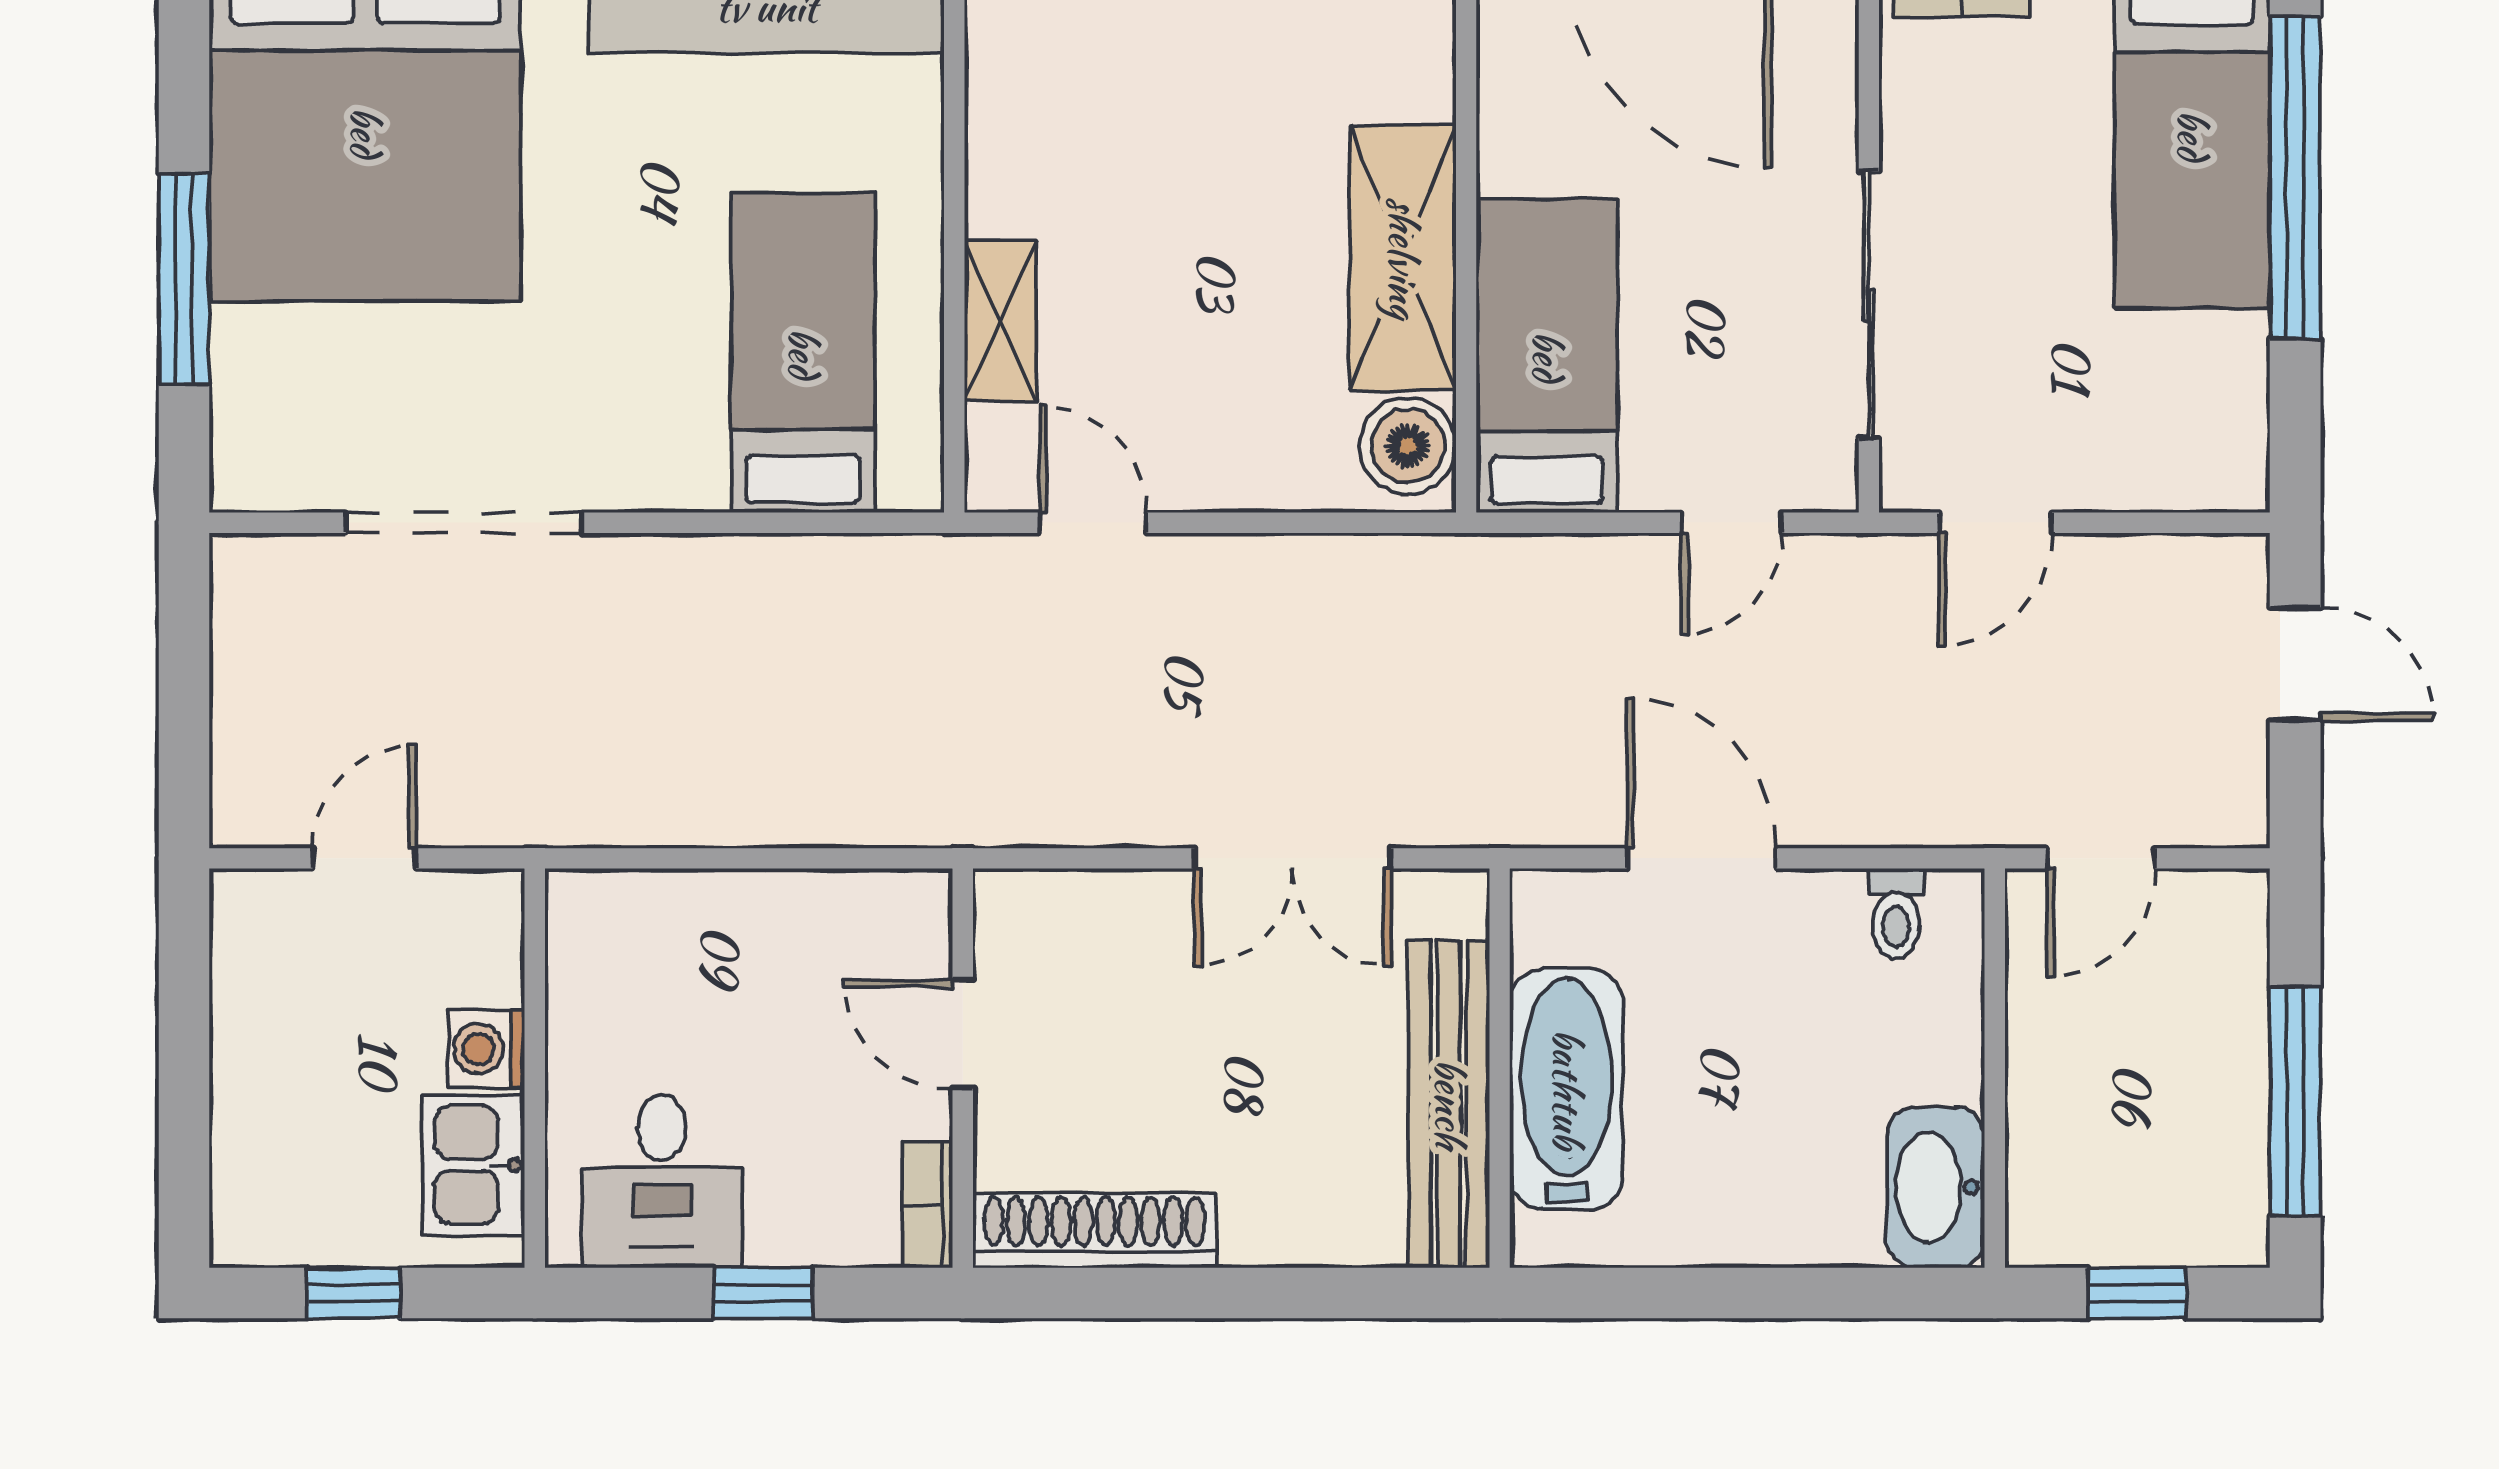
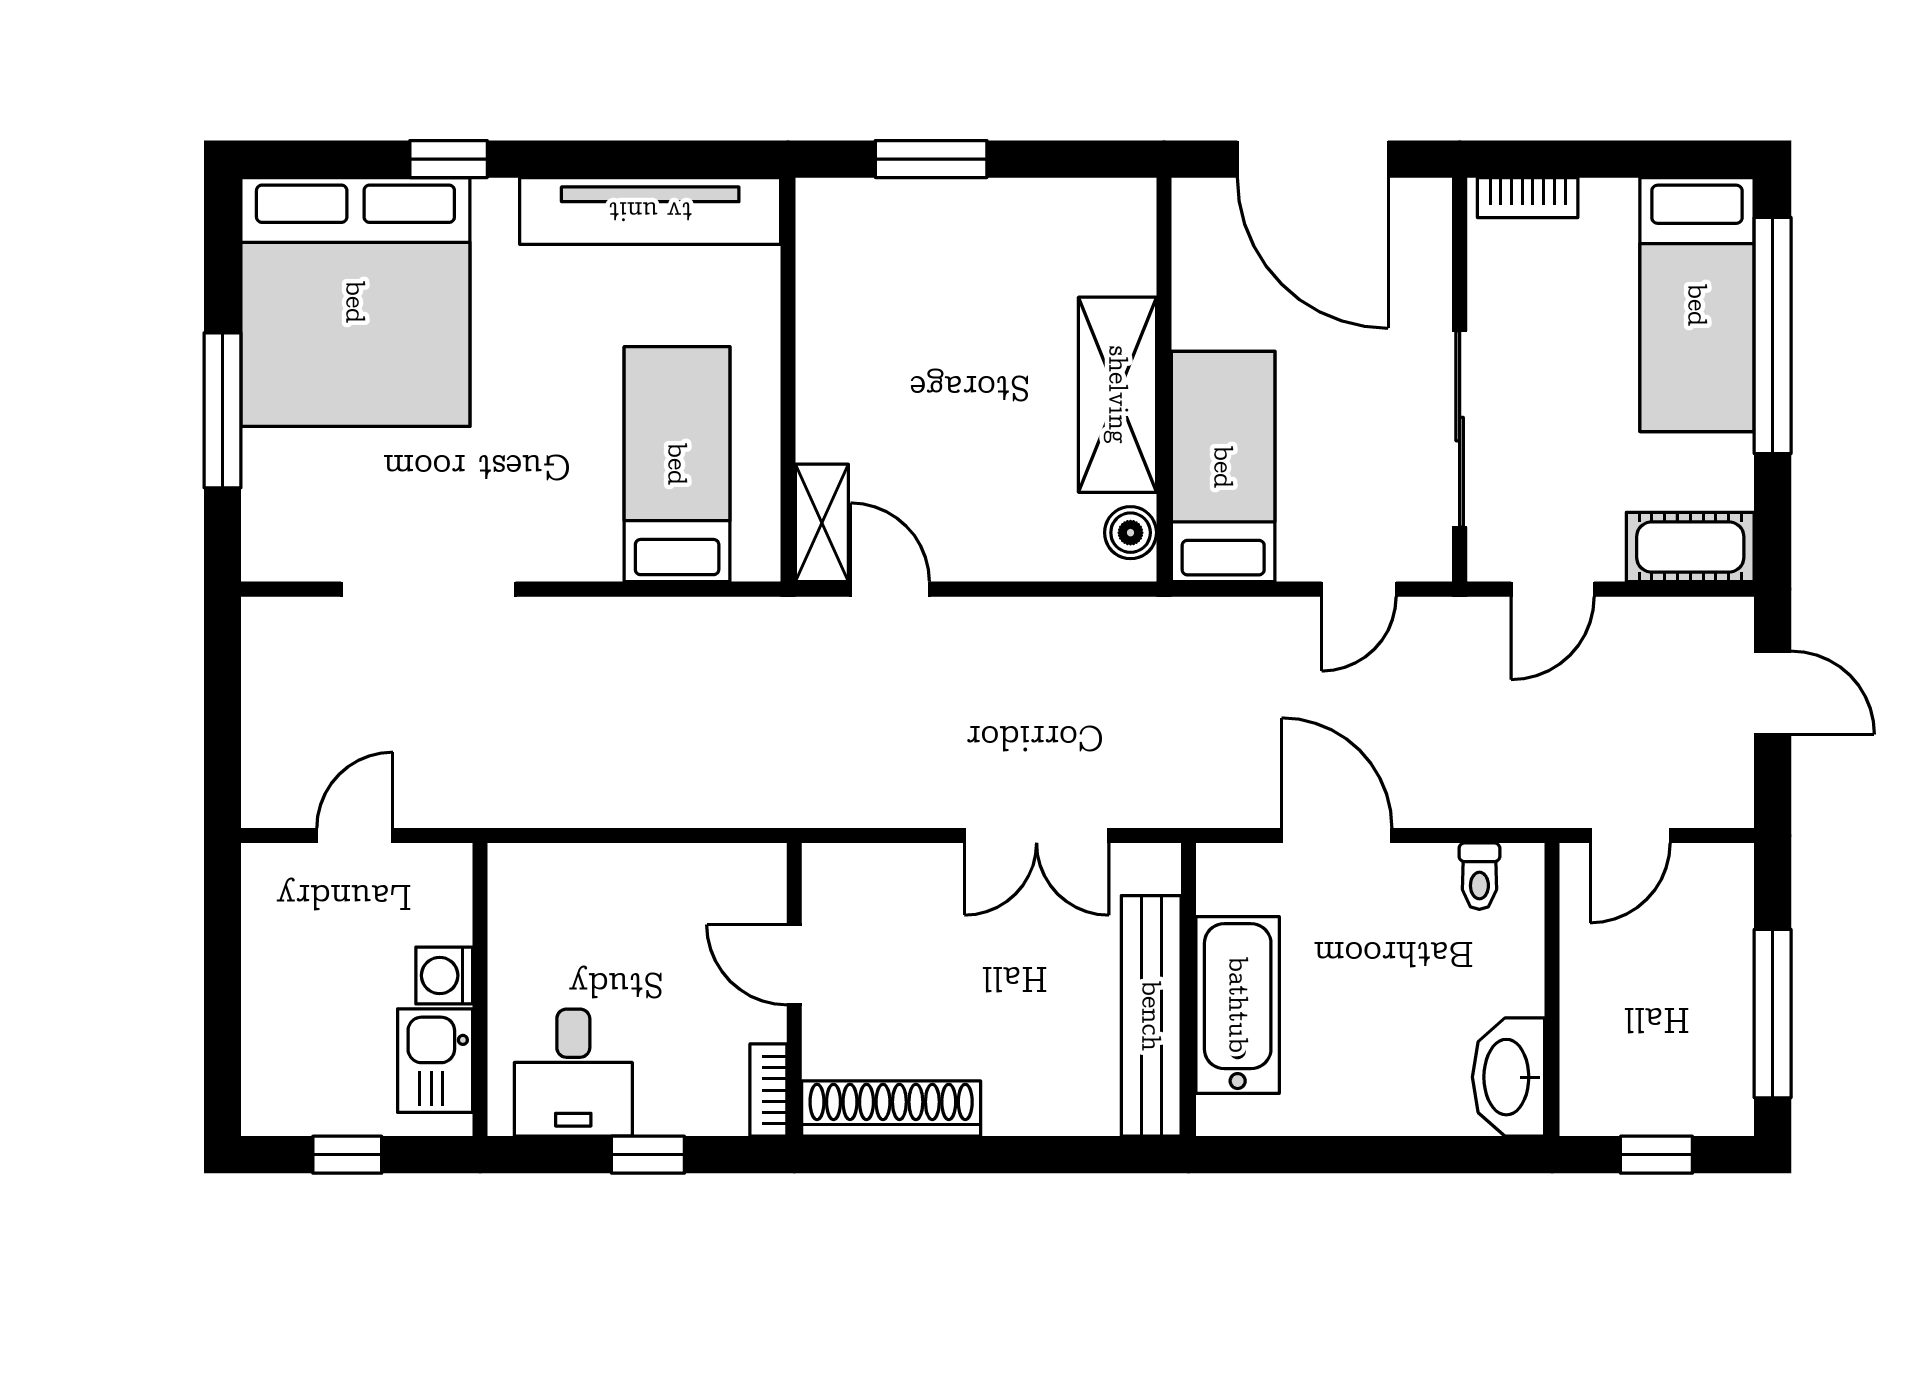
shelving: (1000, 321) -> (822, 523), moved
boiler: (1408, 446) -> (1131, 533), width x0.73, depth x0.73
cot: (2183, 465) -> (1690, 547), added

